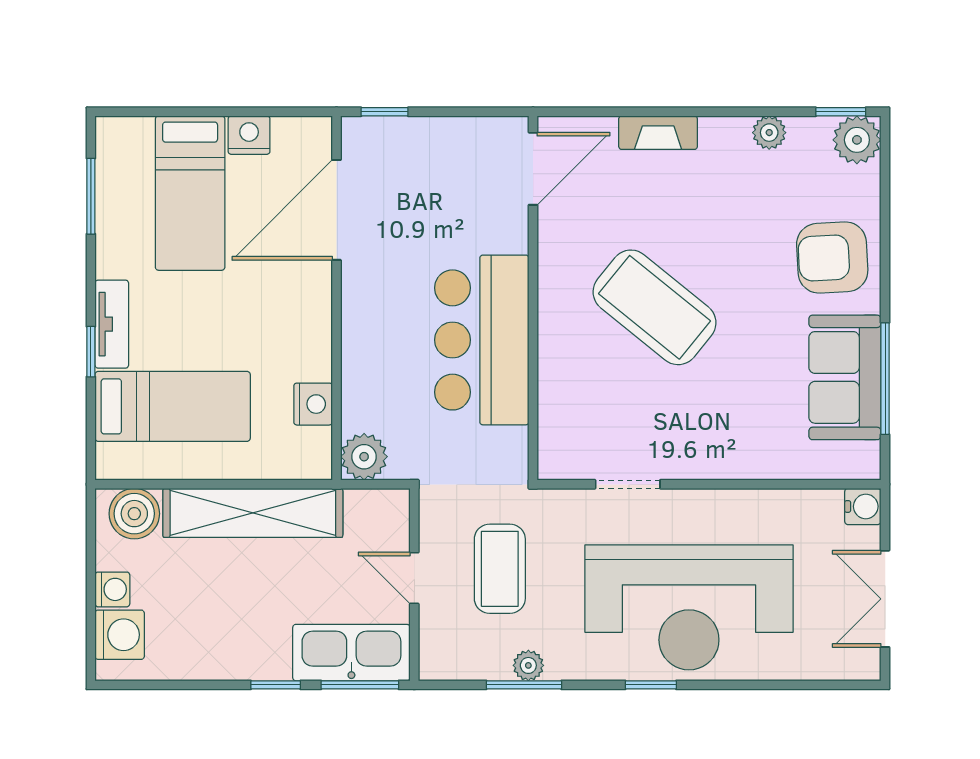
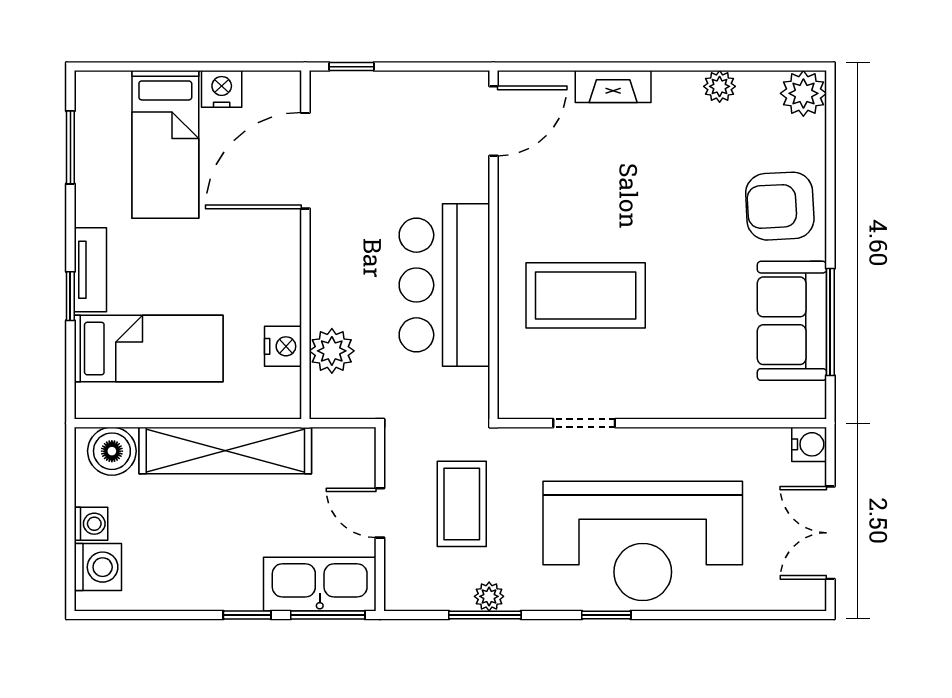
window: (841, 112) -> (788, 67), removed
coffee table: (655, 307) -> (586, 295), moved, turned -39
plant: (364, 457) -> (332, 351), moved

